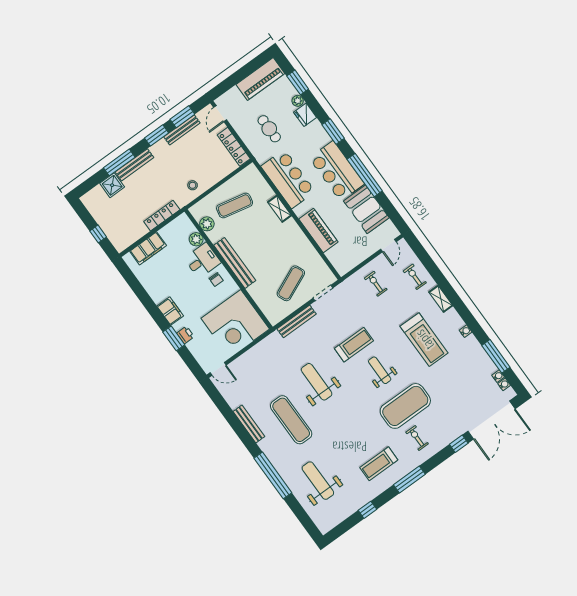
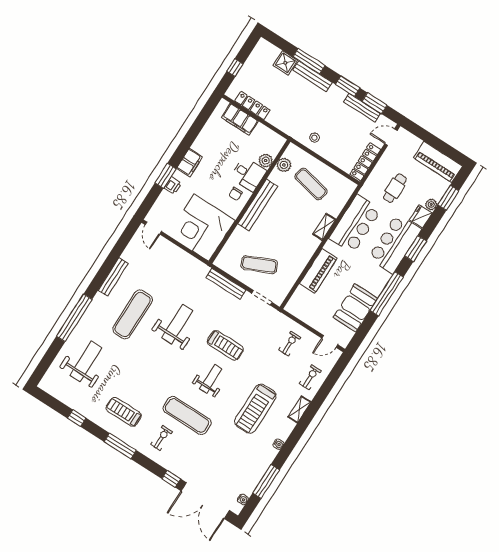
bar counter: (337, 171) -> (395, 244), moved
locker: (162, 216) -> (252, 105), moved
water cooler: (498, 376) -> (249, 491), removed
exercise mat: (405, 406) -> (187, 415), width x0.68

